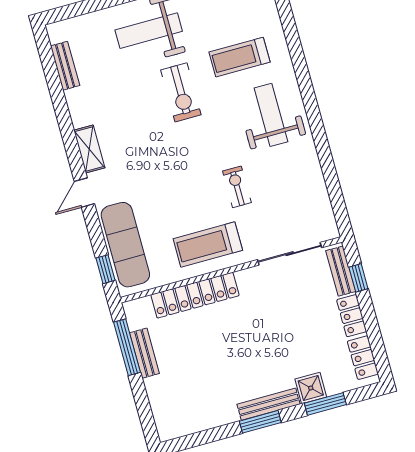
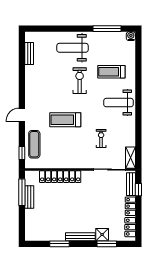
exercise bike: (181, 92) -> (80, 81), turned 180
weight bench: (271, 115) -> (119, 103), turned -90
shelving: (89, 149) -> (130, 158), moved
exercise bike: (237, 187) -> (101, 138), moved
exercise mat: (125, 245) -> (34, 144), width x0.73, depth x0.69
treadmill: (208, 245) -> (65, 120), moved
window: (260, 422) -> (60, 244), moved

